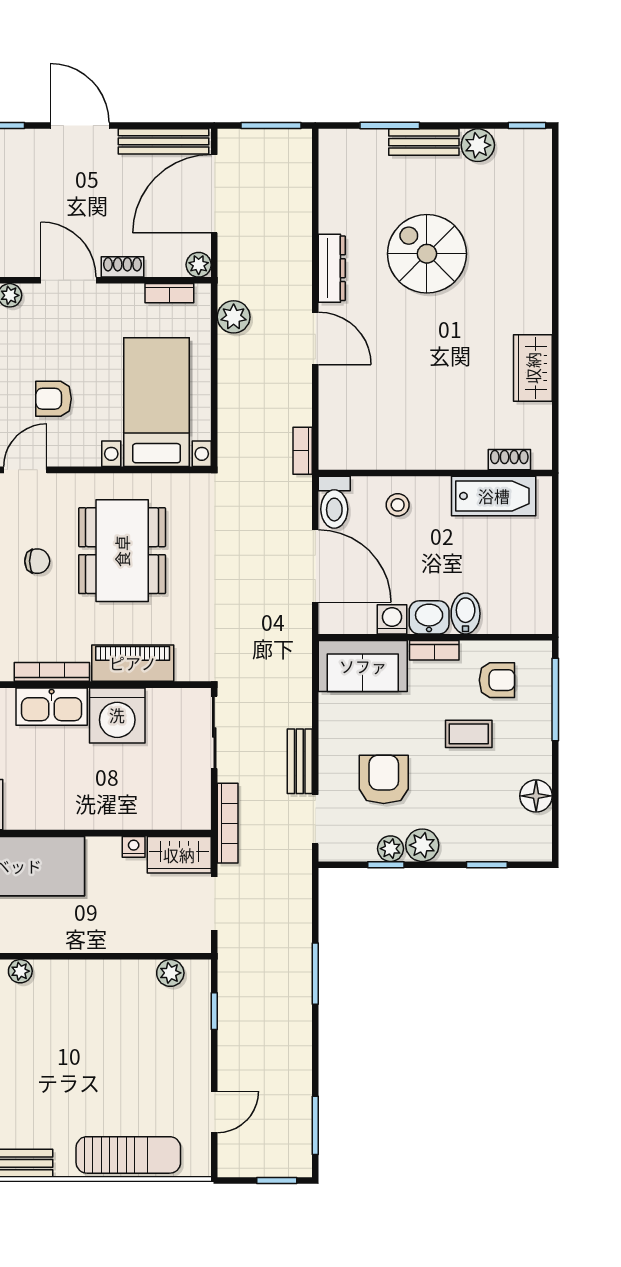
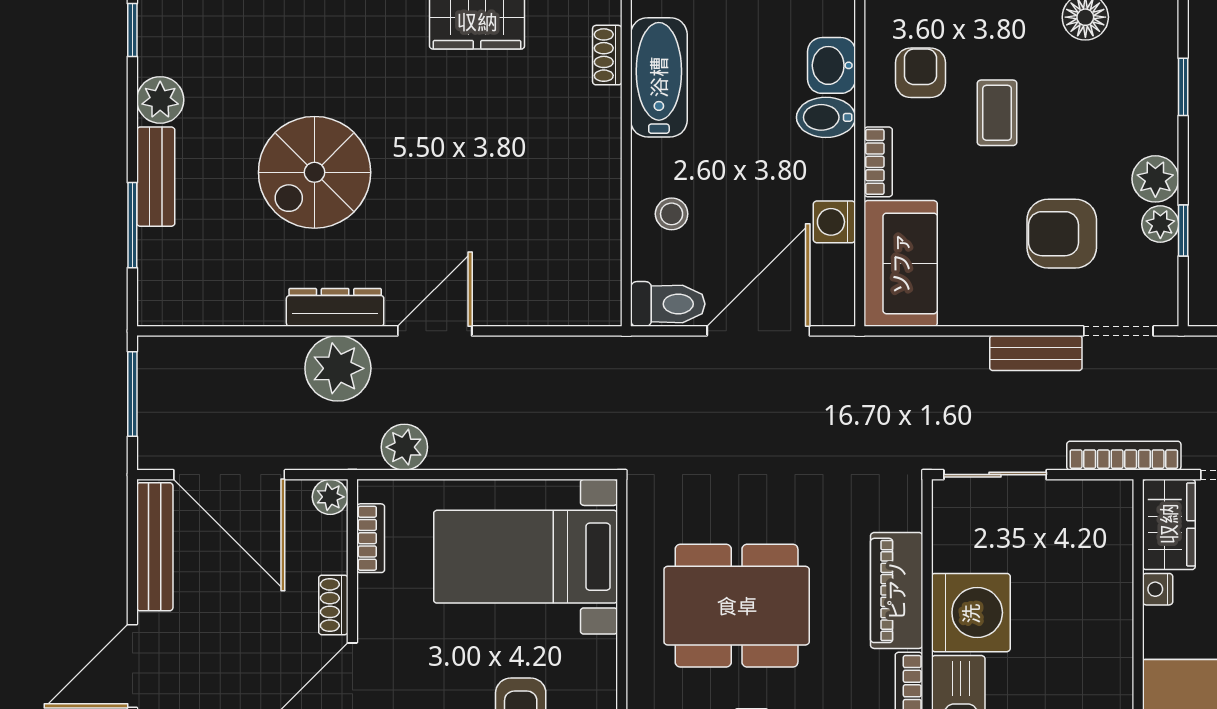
plant: (289, 270) -> (338, 368), added
bookcase: (303, 451) -> (594, 349), removed
washbasin: (429, 617) -> (831, 65), moved

